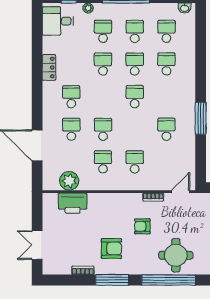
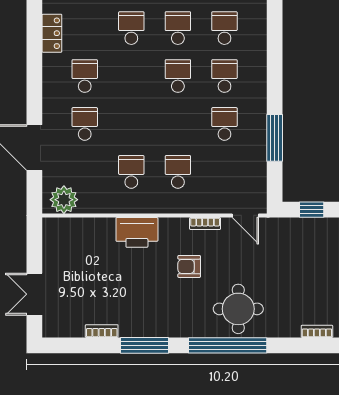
window: (201, 118) -> (275, 138), moved
school desk: (103, 129) -> (224, 76), moved
plant: (69, 181) -> (64, 200), moved
door: (181, 192) -> (245, 215), swing flipped
printer: (73, 203) -> (137, 232), moved
armchair: (111, 248) -> (144, 299), removed

